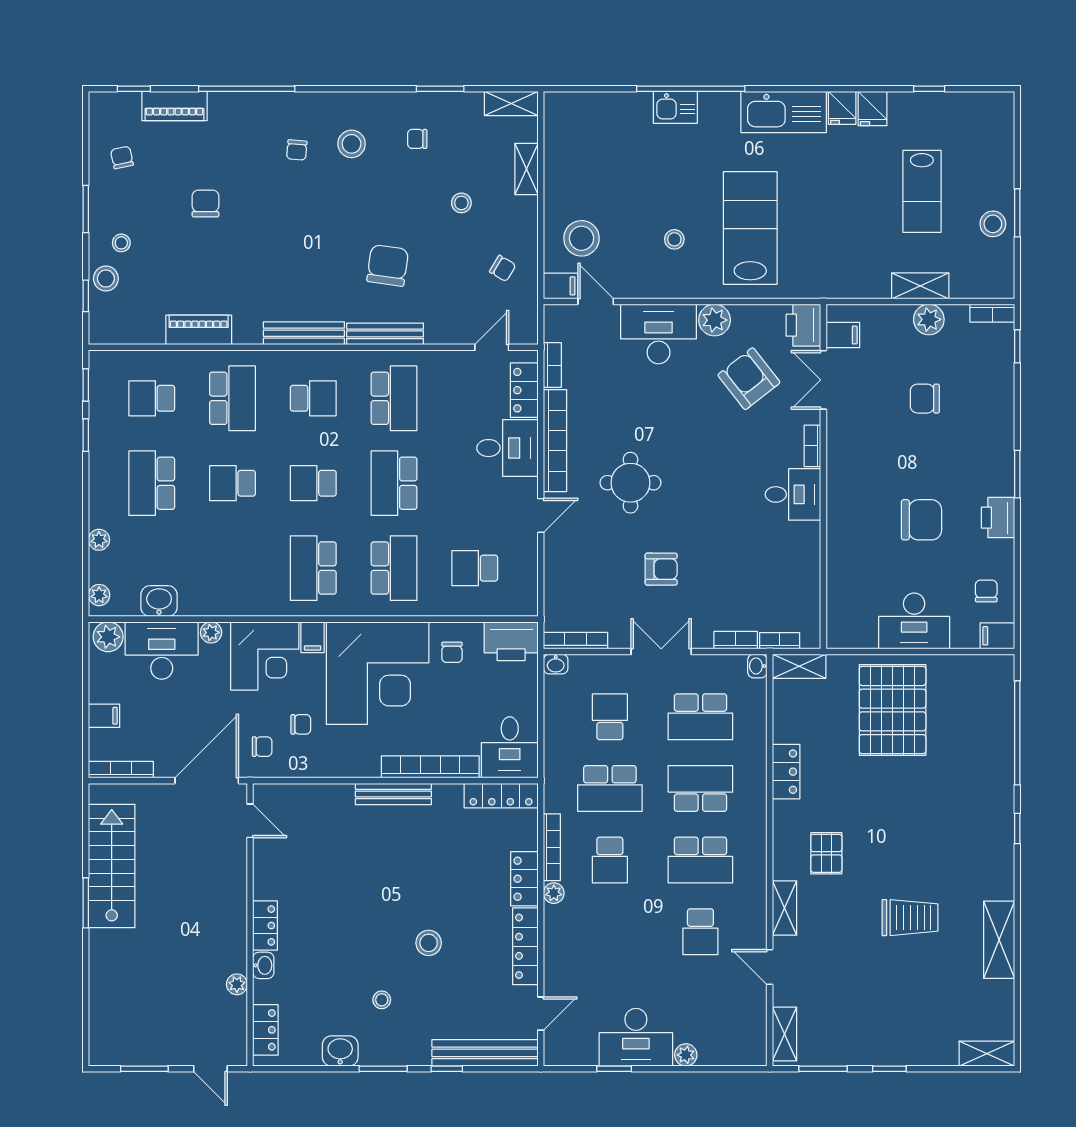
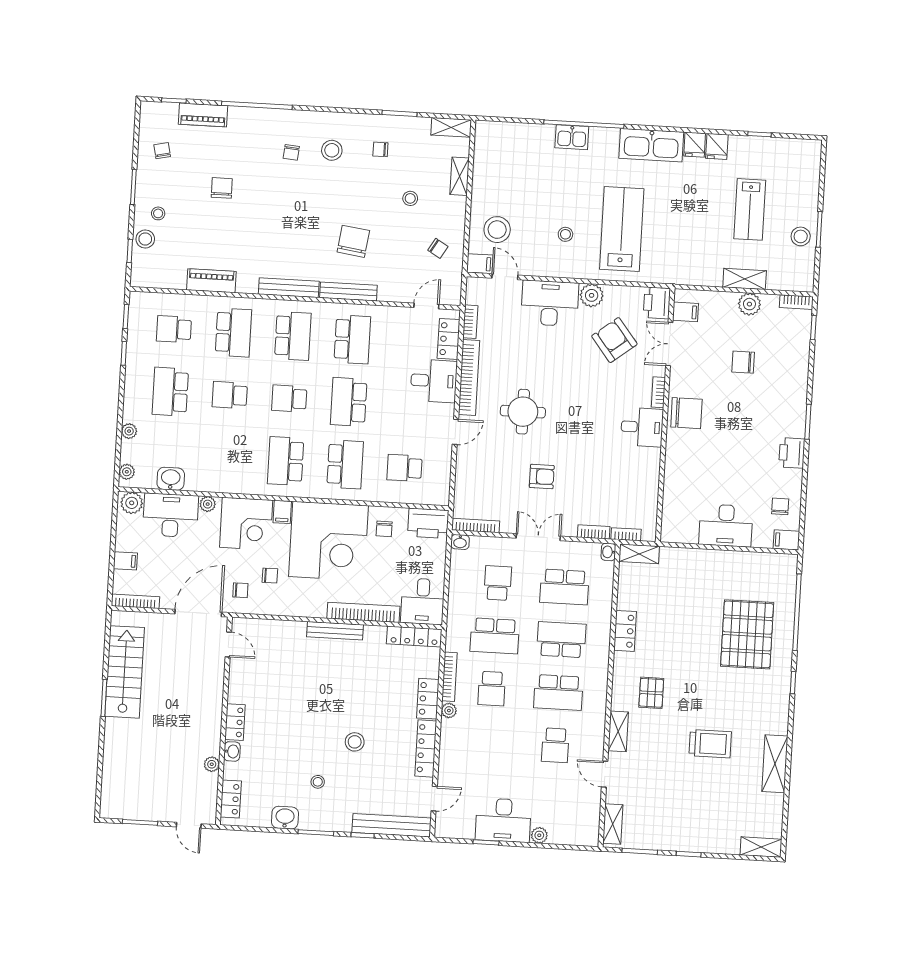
school desk: (313, 398) -> (293, 336), width x1.85
chair: (921, 520) -> (686, 413), moved
pallet: (893, 710) -> (747, 634), moved

